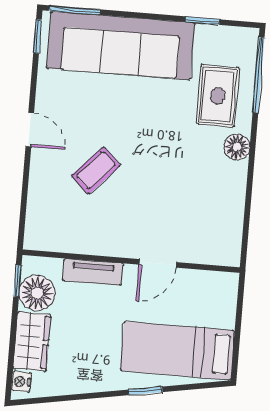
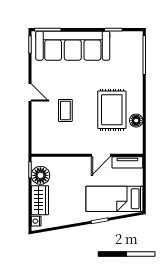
rug: (218, 96) -> (112, 110), moved, width x1.36, depth x1.43
floor lamp: (237, 147) -> (136, 121), moved
coffee table: (96, 170) -> (65, 110), turned -43
tv unit: (93, 272) -> (127, 162), moved

